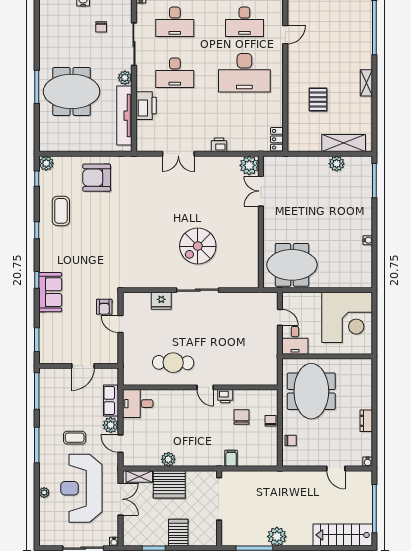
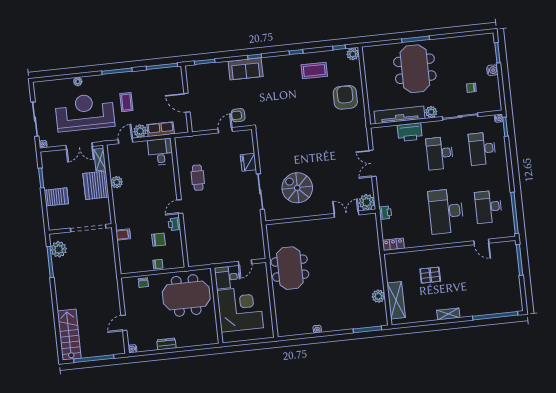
printer: (219, 145) -> (385, 213), moved
plant: (249, 165) -> (367, 202), moved
double door: (261, 191) -> (346, 214), moved
wall: (261, 222) -> (321, 217), moved
corner desk: (347, 317) -> (240, 309), moved, turned 180
cafe table: (173, 363) -> (198, 178), width x0.73, depth x0.74
plant: (277, 537) -> (59, 249), moved

